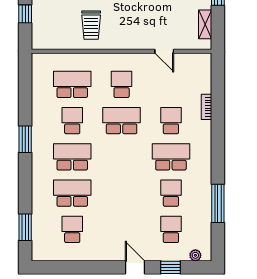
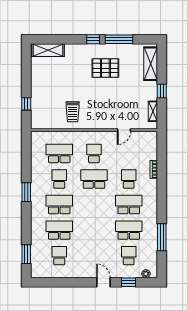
door: (164, 51) -> (124, 130), hinge flipped
school desk: (171, 193) -> (129, 230), width x1.85

